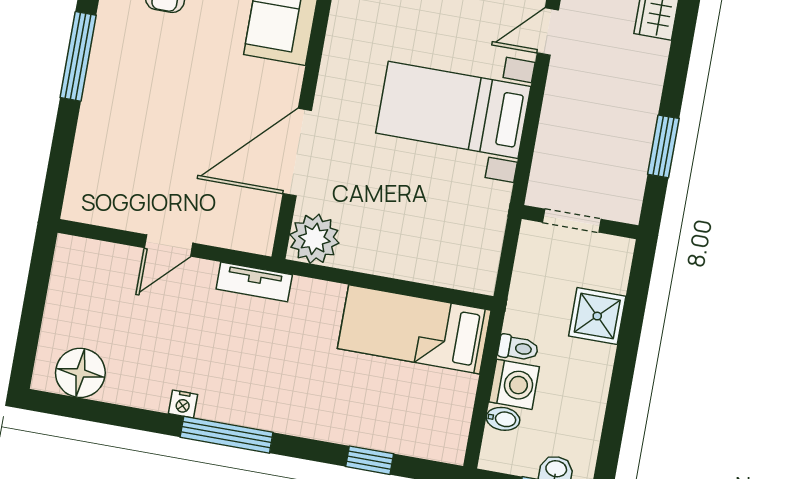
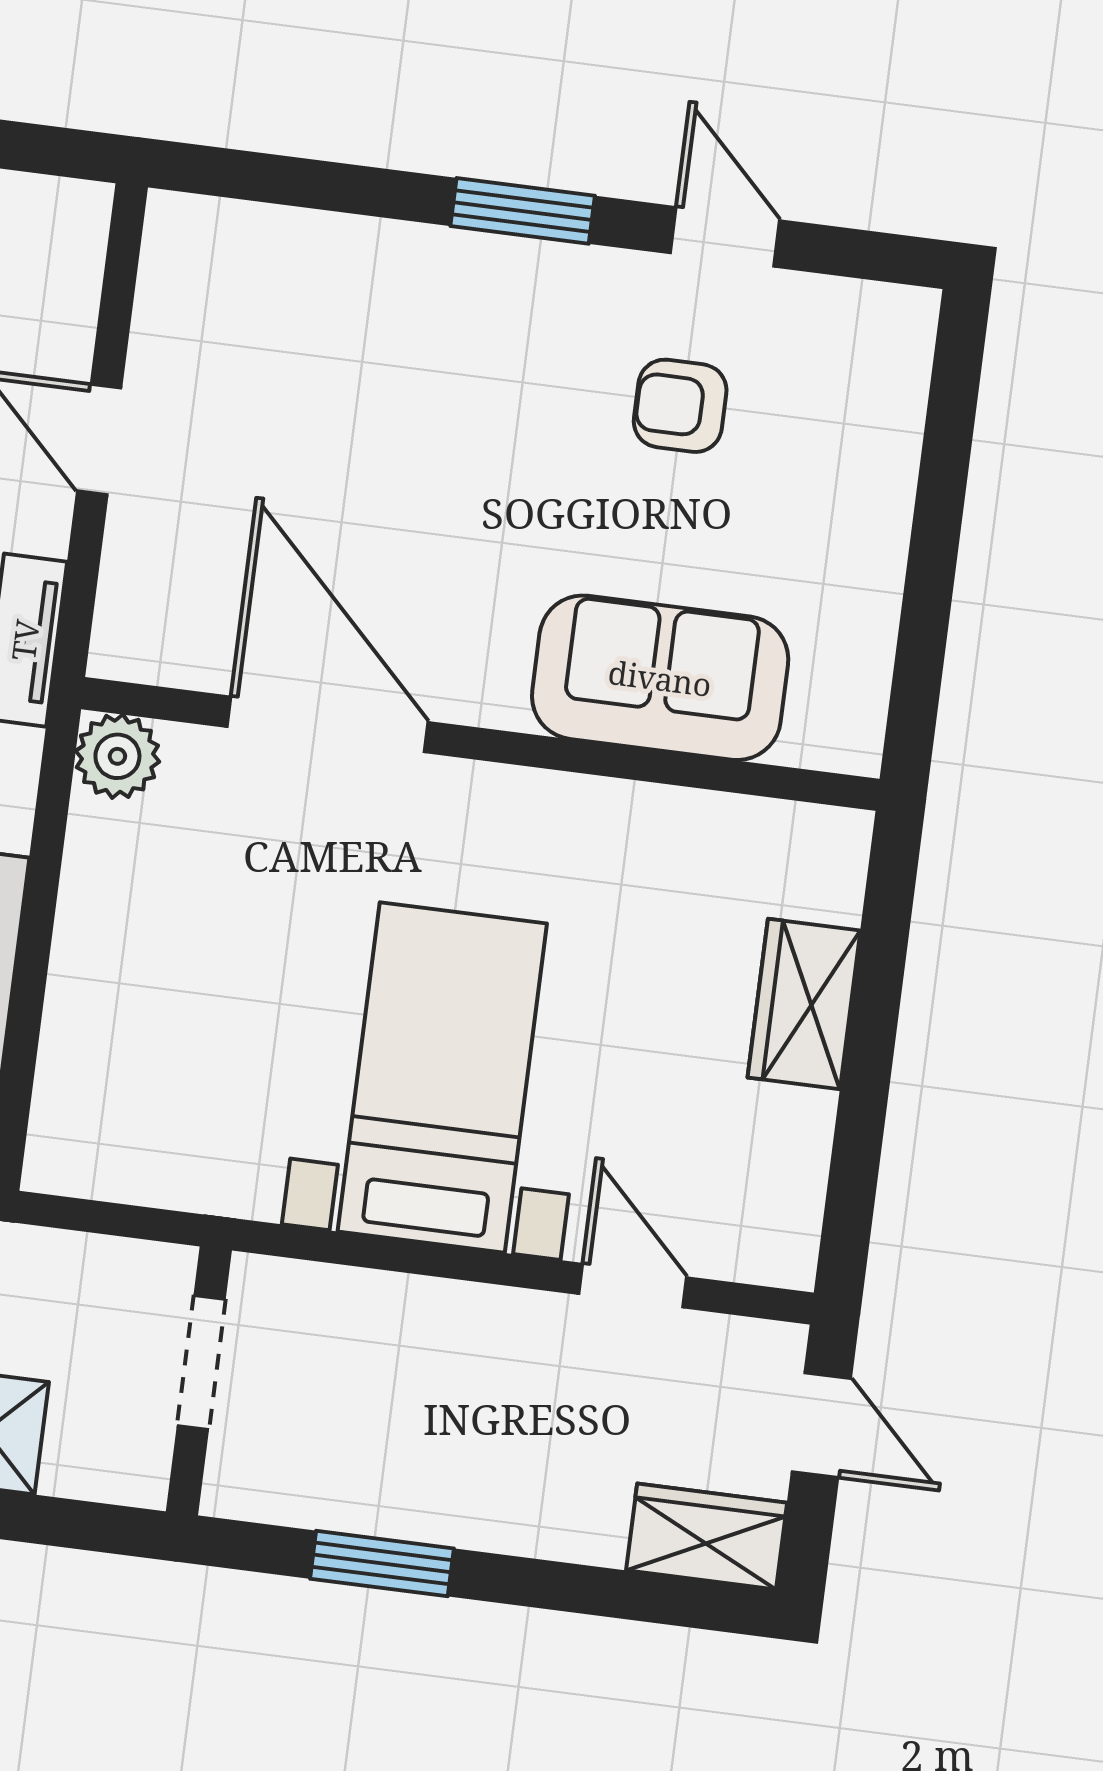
window: (78, 56) -> (523, 211), width x0.69
plant: (314, 239) -> (117, 756), width x0.73, depth x0.73

